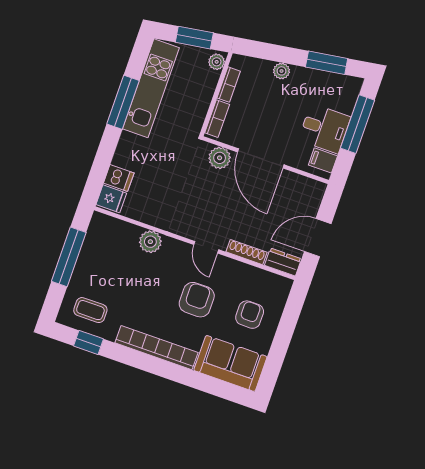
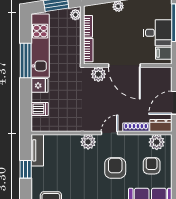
fridge: (111, 199) -> (40, 85), moved
tv unit: (95, 236) -> (37, 150), added
plant: (150, 242) -> (88, 142), moved
door: (206, 247) -> (110, 133), swing flipped
window: (69, 257) -> (26, 169), width x0.46
plant: (269, 284) -> (157, 142), added

